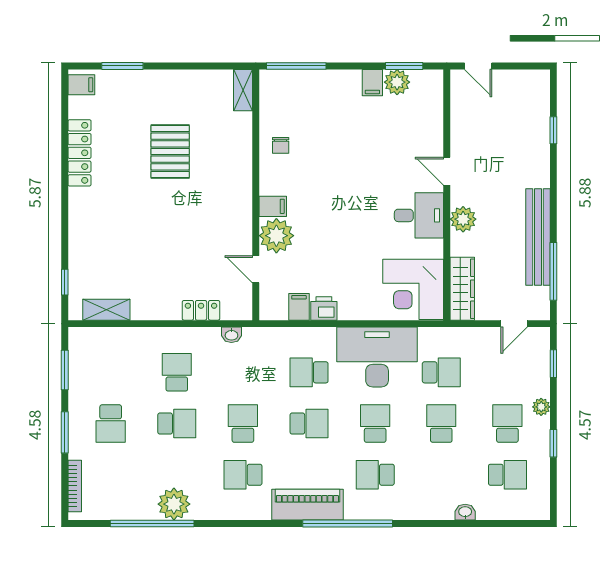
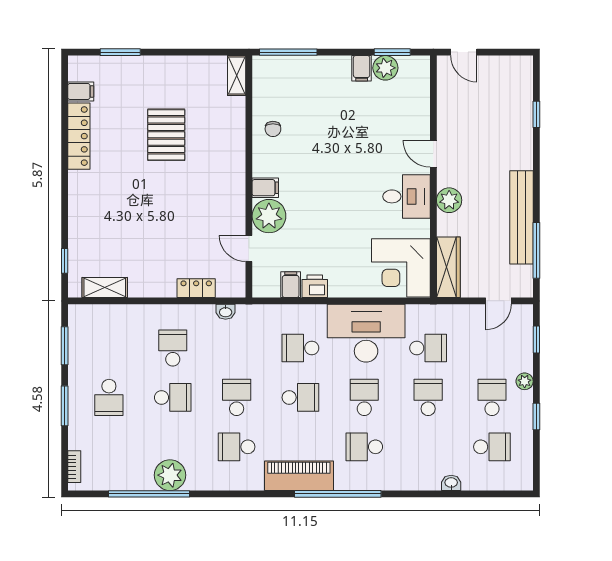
filing cabinet: (81, 85) -> (81, 91), moved
bookcase: (75, 486) -> (74, 467), width x0.64

